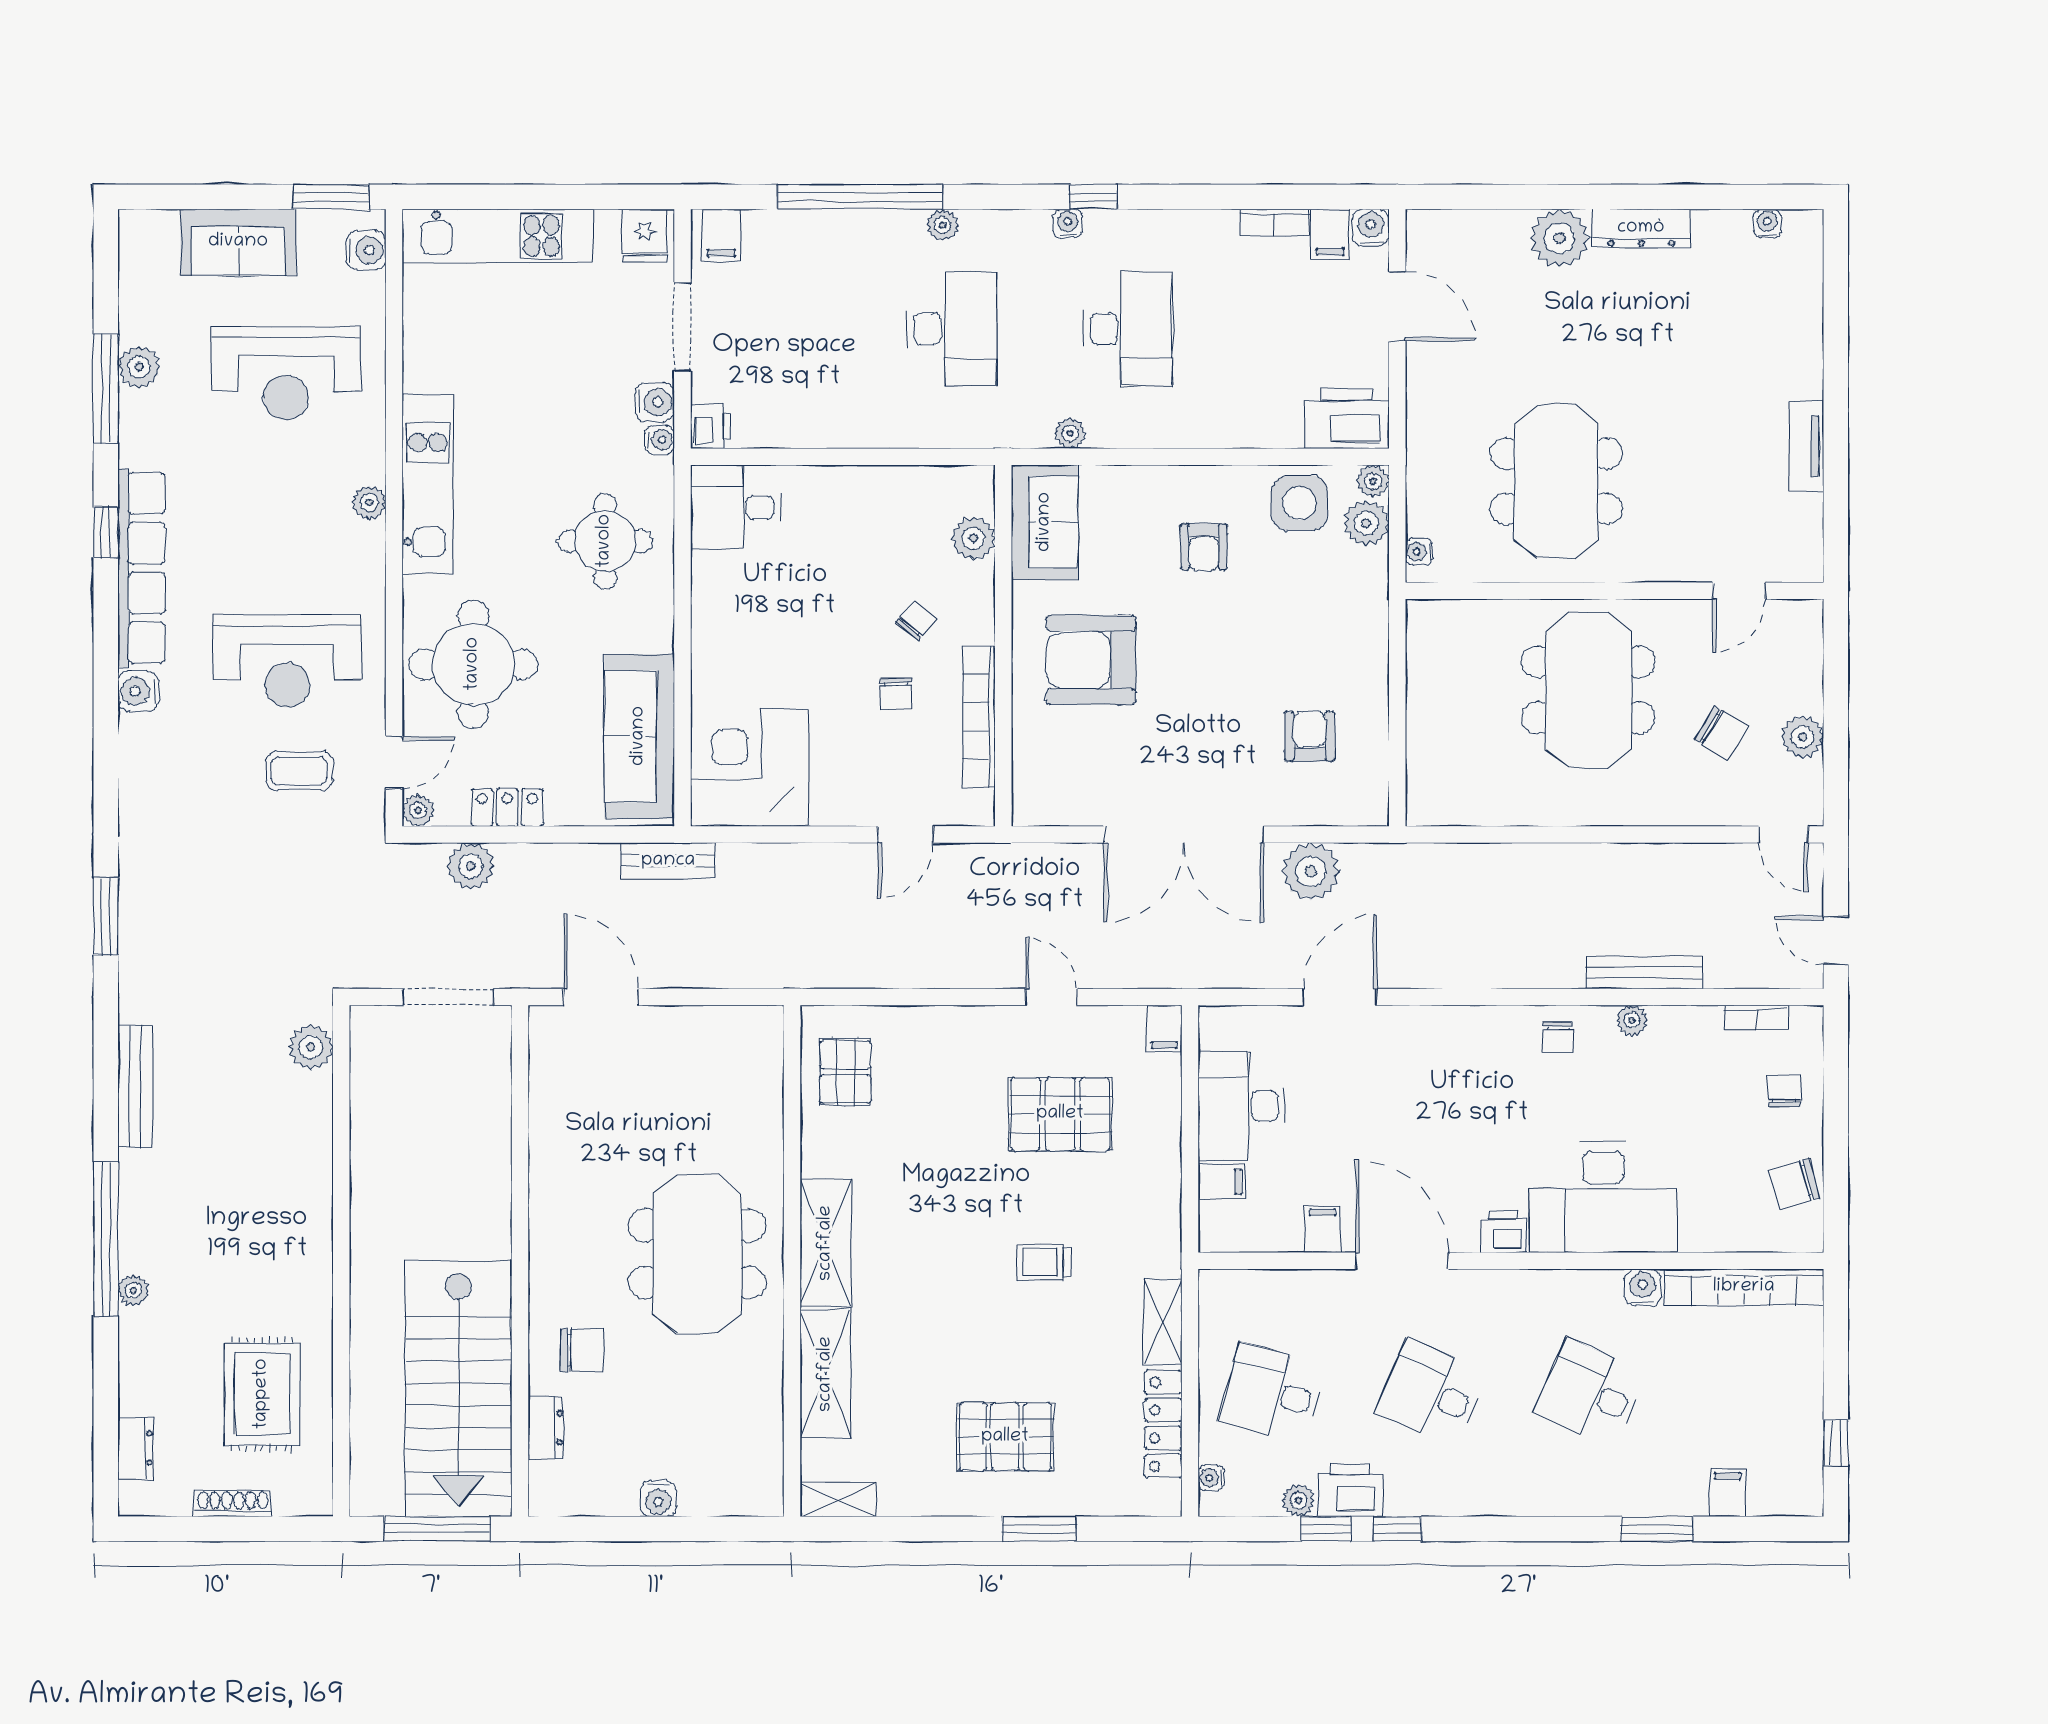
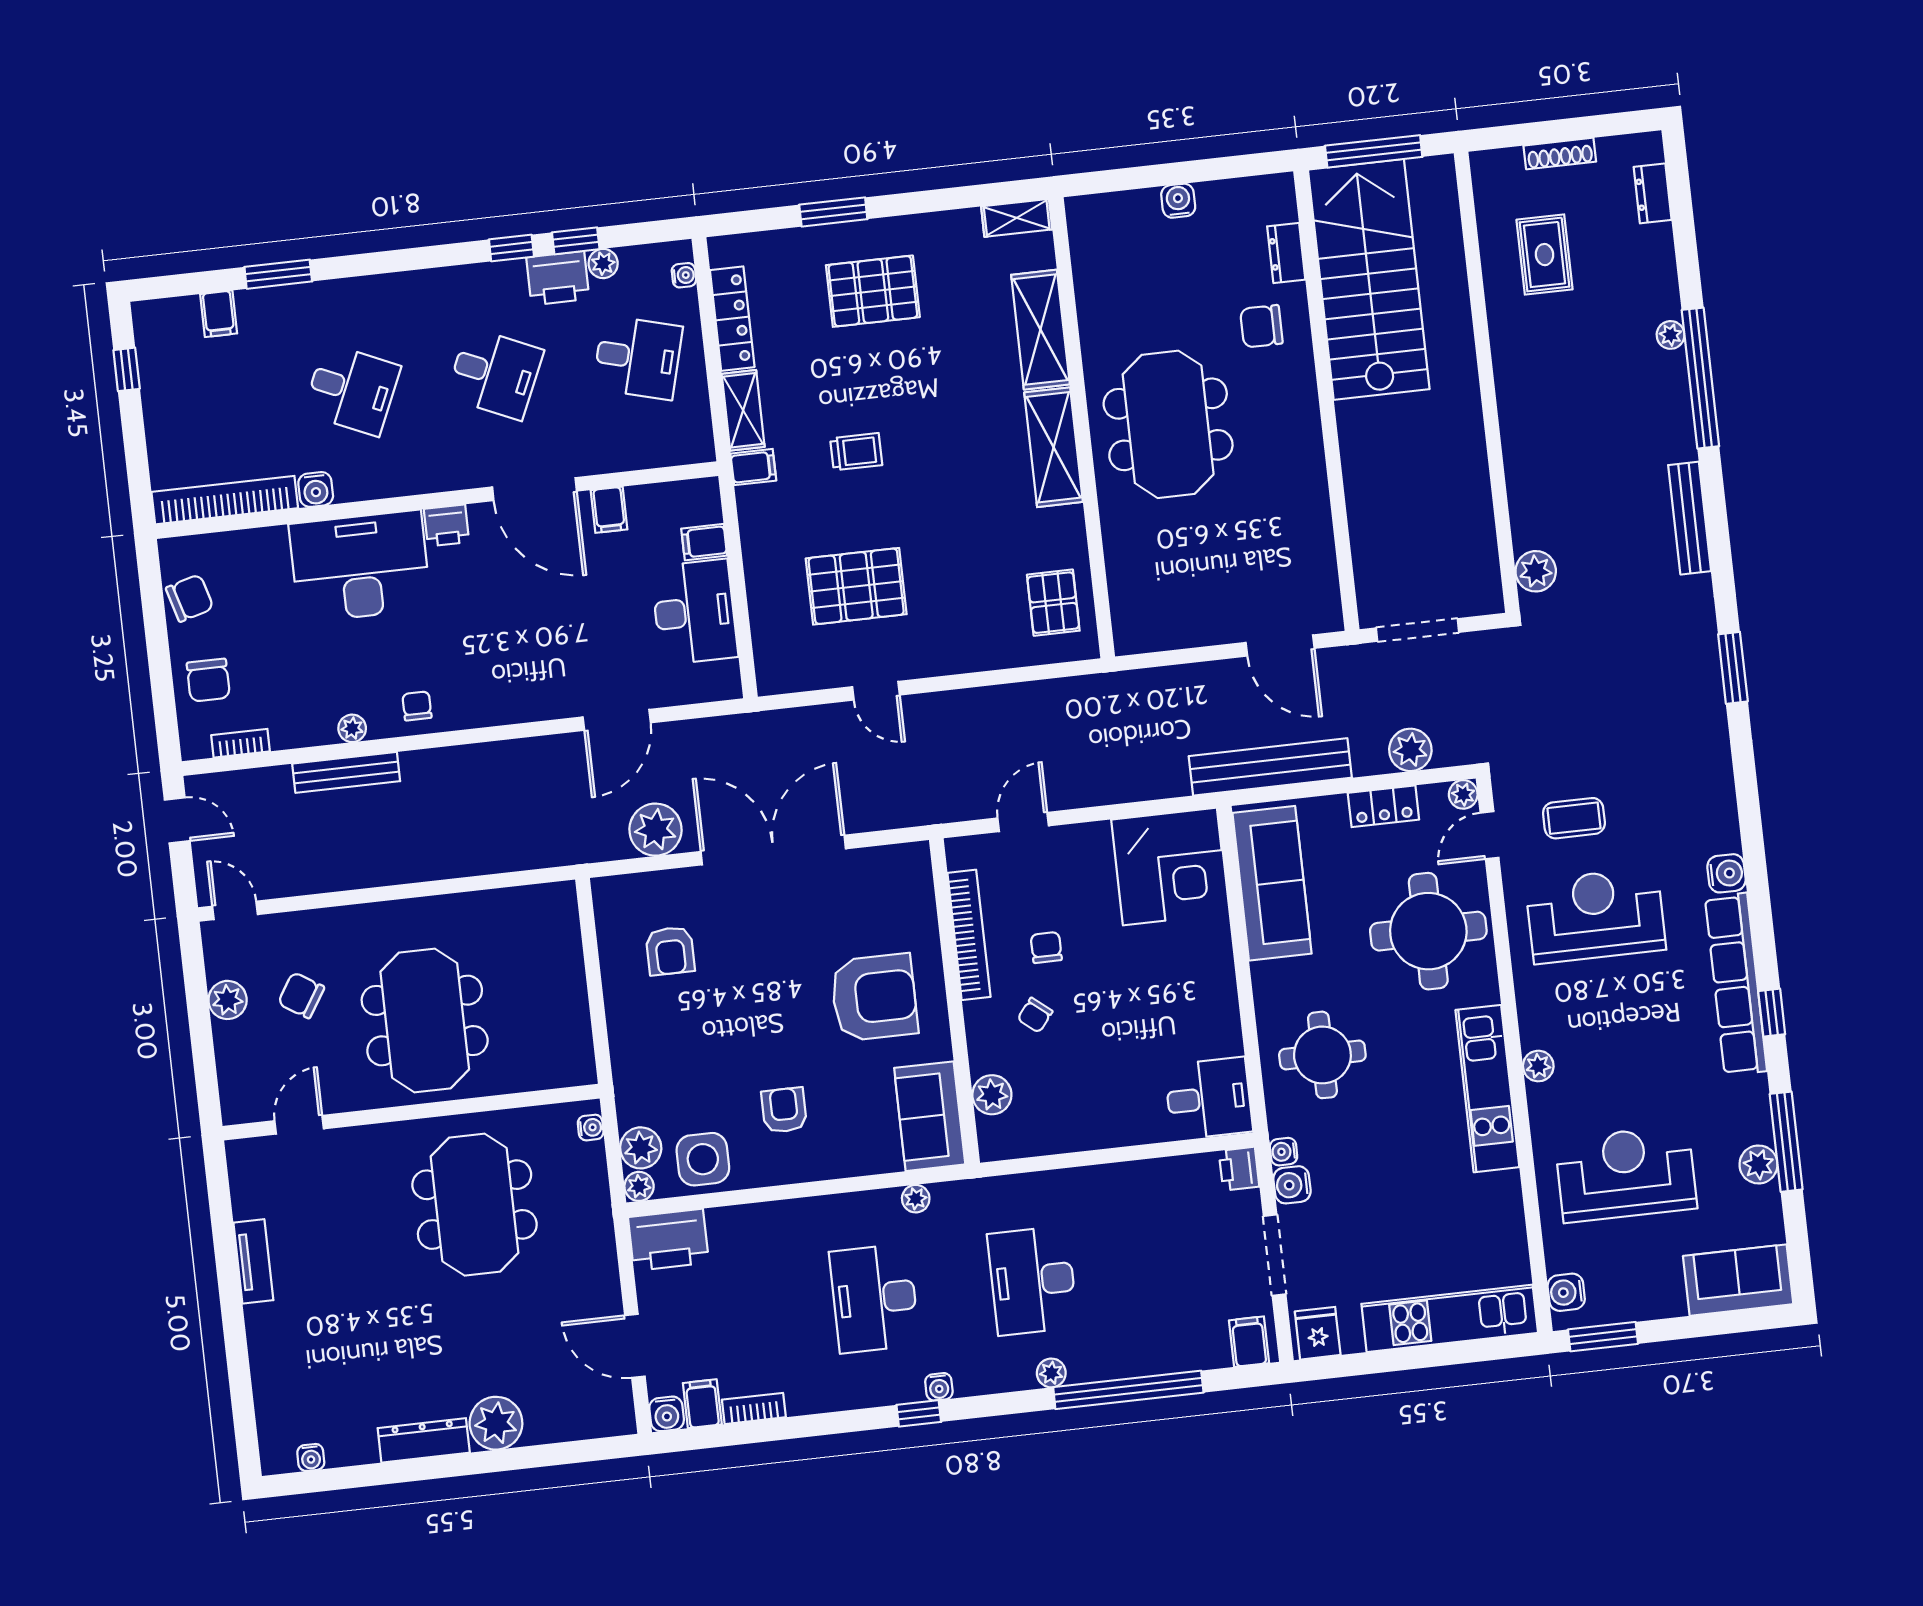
sofa: (238, 242) -> (1738, 1280), moved
bench: (668, 861) -> (1270, 767), width x1.86, depth x1.21
filing cabinet: (1164, 1029) -> (753, 467), moved, turned 90
chair: (1784, 1091) -> (208, 680), width x1.37, depth x1.37
rug: (262, 1394) -> (1544, 255), width x0.73, depth x0.70

